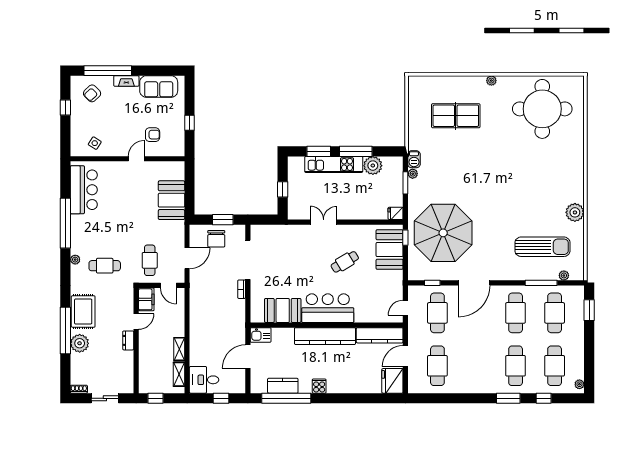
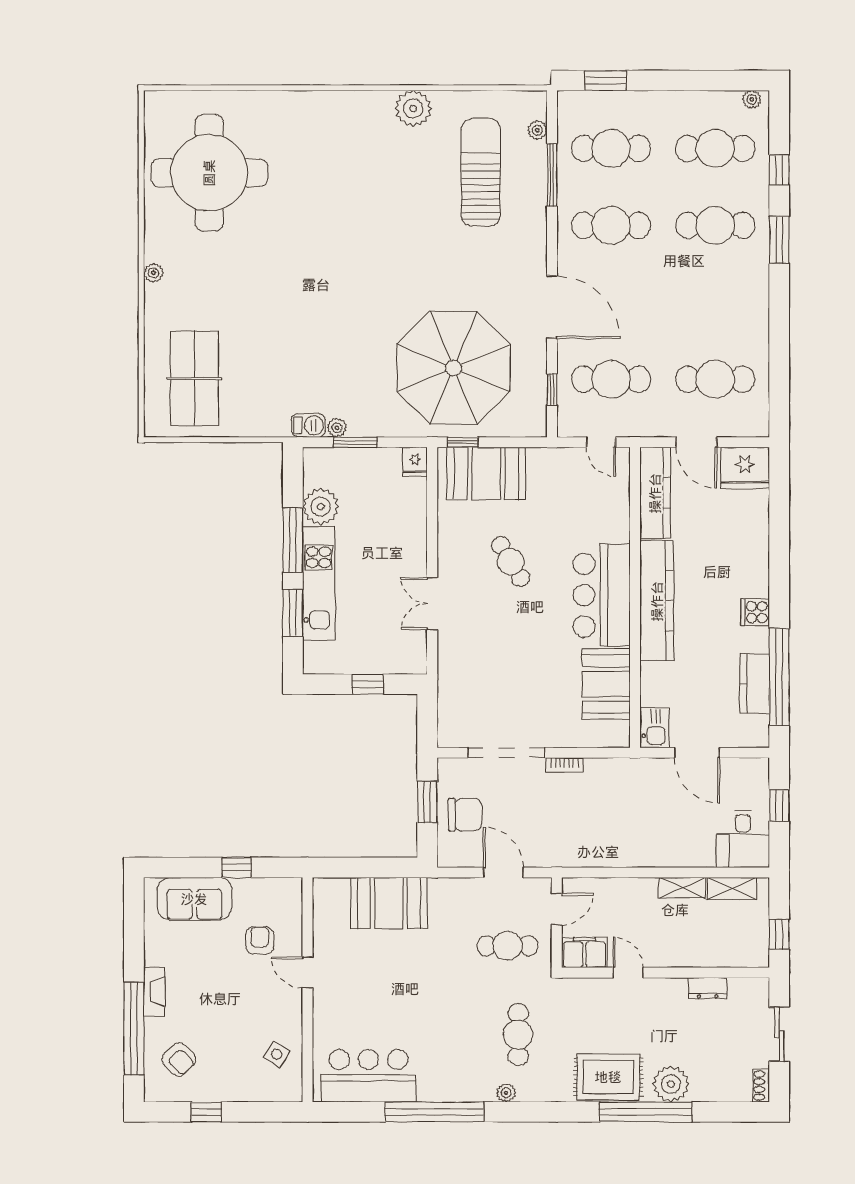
sofa: (159, 87) -> (194, 899), moved, turned 90
table tennis table: (456, 116) -> (194, 379), moved
dresser: (128, 340) -> (708, 988), moved

